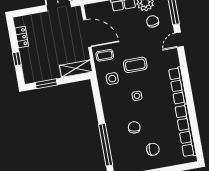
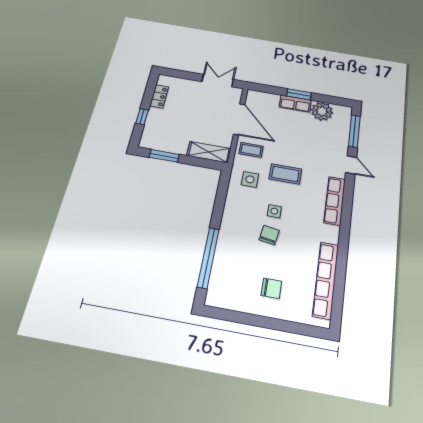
chair: (153, 21) -> (324, 134), removed
door: (179, 40) -> (351, 165), swing flipped
row of seats: (178, 86) -> (335, 201), moved
chair: (134, 127) -> (269, 235), moved

